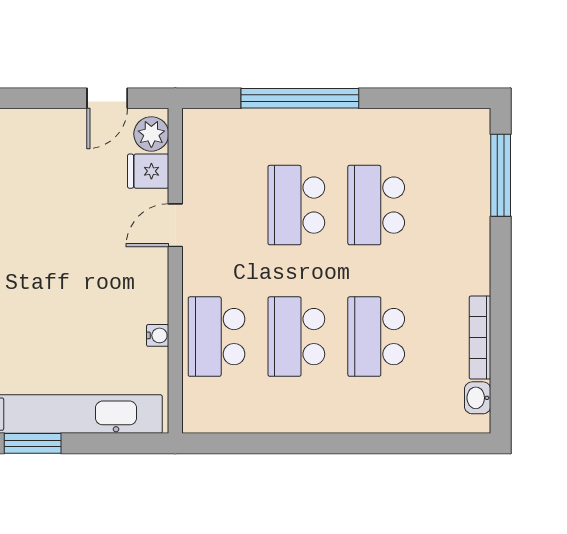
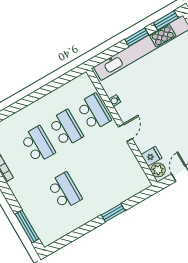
window: (300, 98) -> (113, 213), width x0.47
school desk: (296, 205) -> (93, 175), removed
door: (175, 225) -> (125, 133), moved

